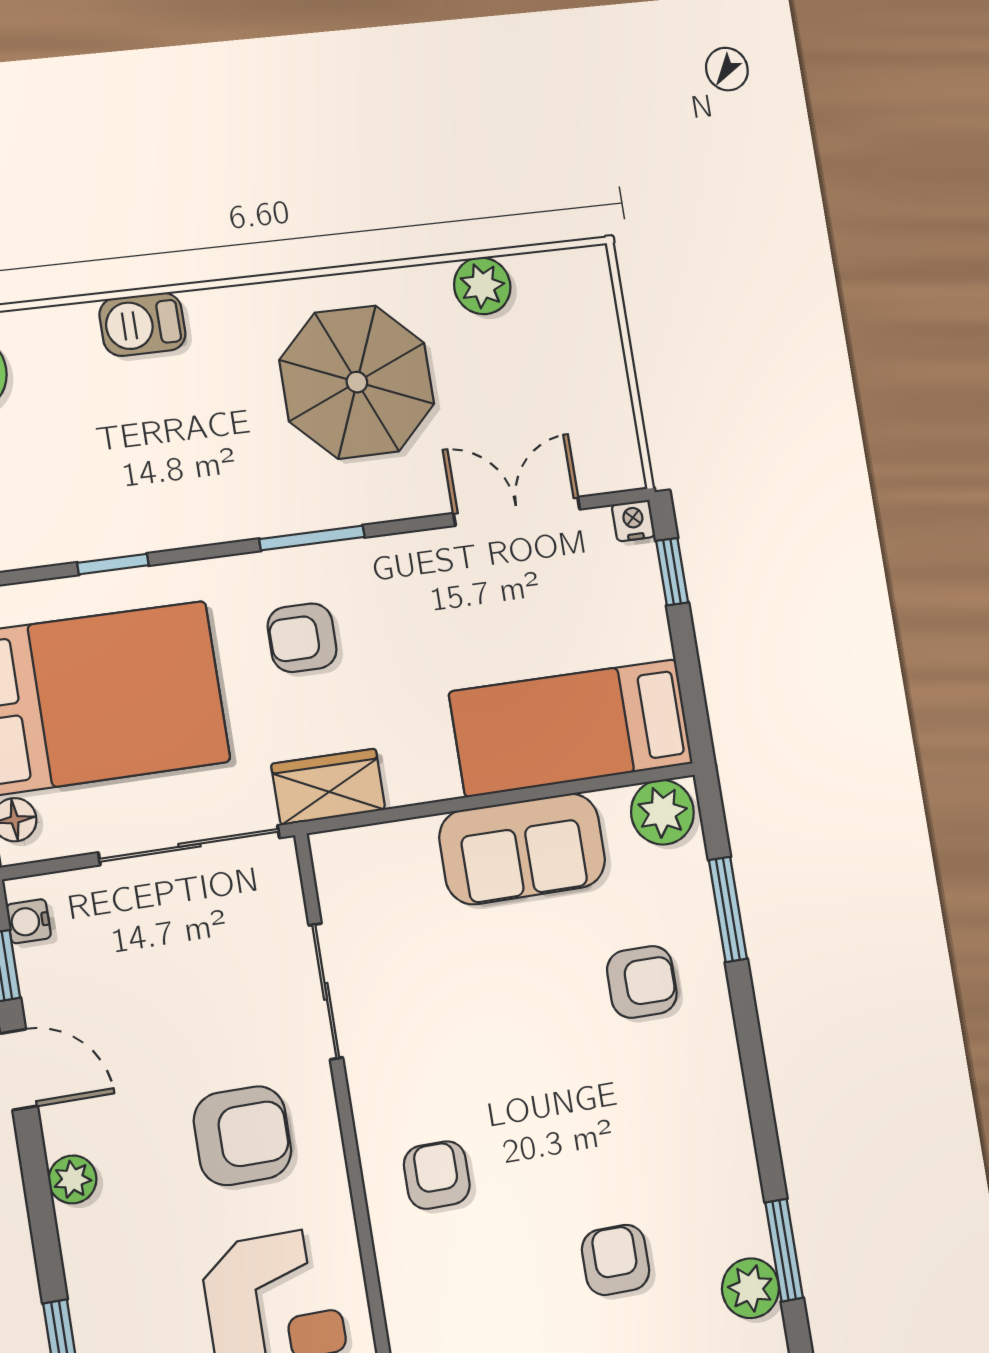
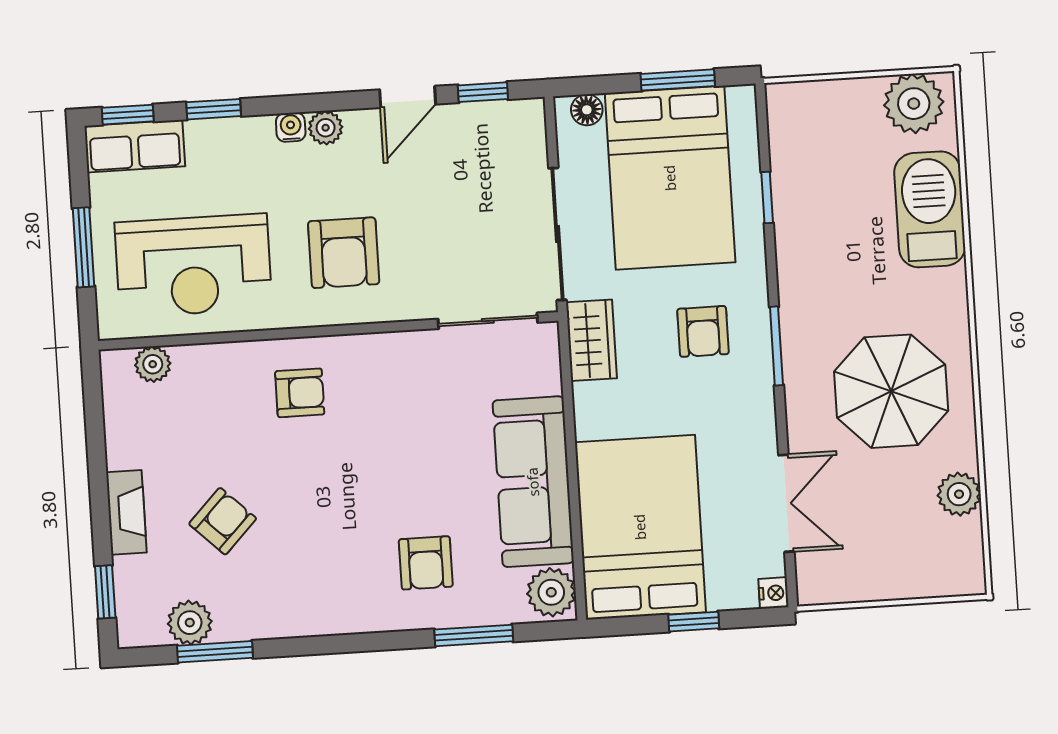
barbecue: (143, 324) -> (930, 209), width x1.88, depth x1.53
window: (672, 572) -> (694, 622), moved
armchair: (302, 638) -> (703, 331), turned 180
bed: (571, 728) -> (640, 527), width x1.50
sofa: (522, 849) -> (533, 482), width x1.36
water cooler: (29, 921) -> (291, 127), moved
sliding door: (326, 991) -> (488, 321), moved
armchair: (616, 1260) -> (223, 521), turned -46

